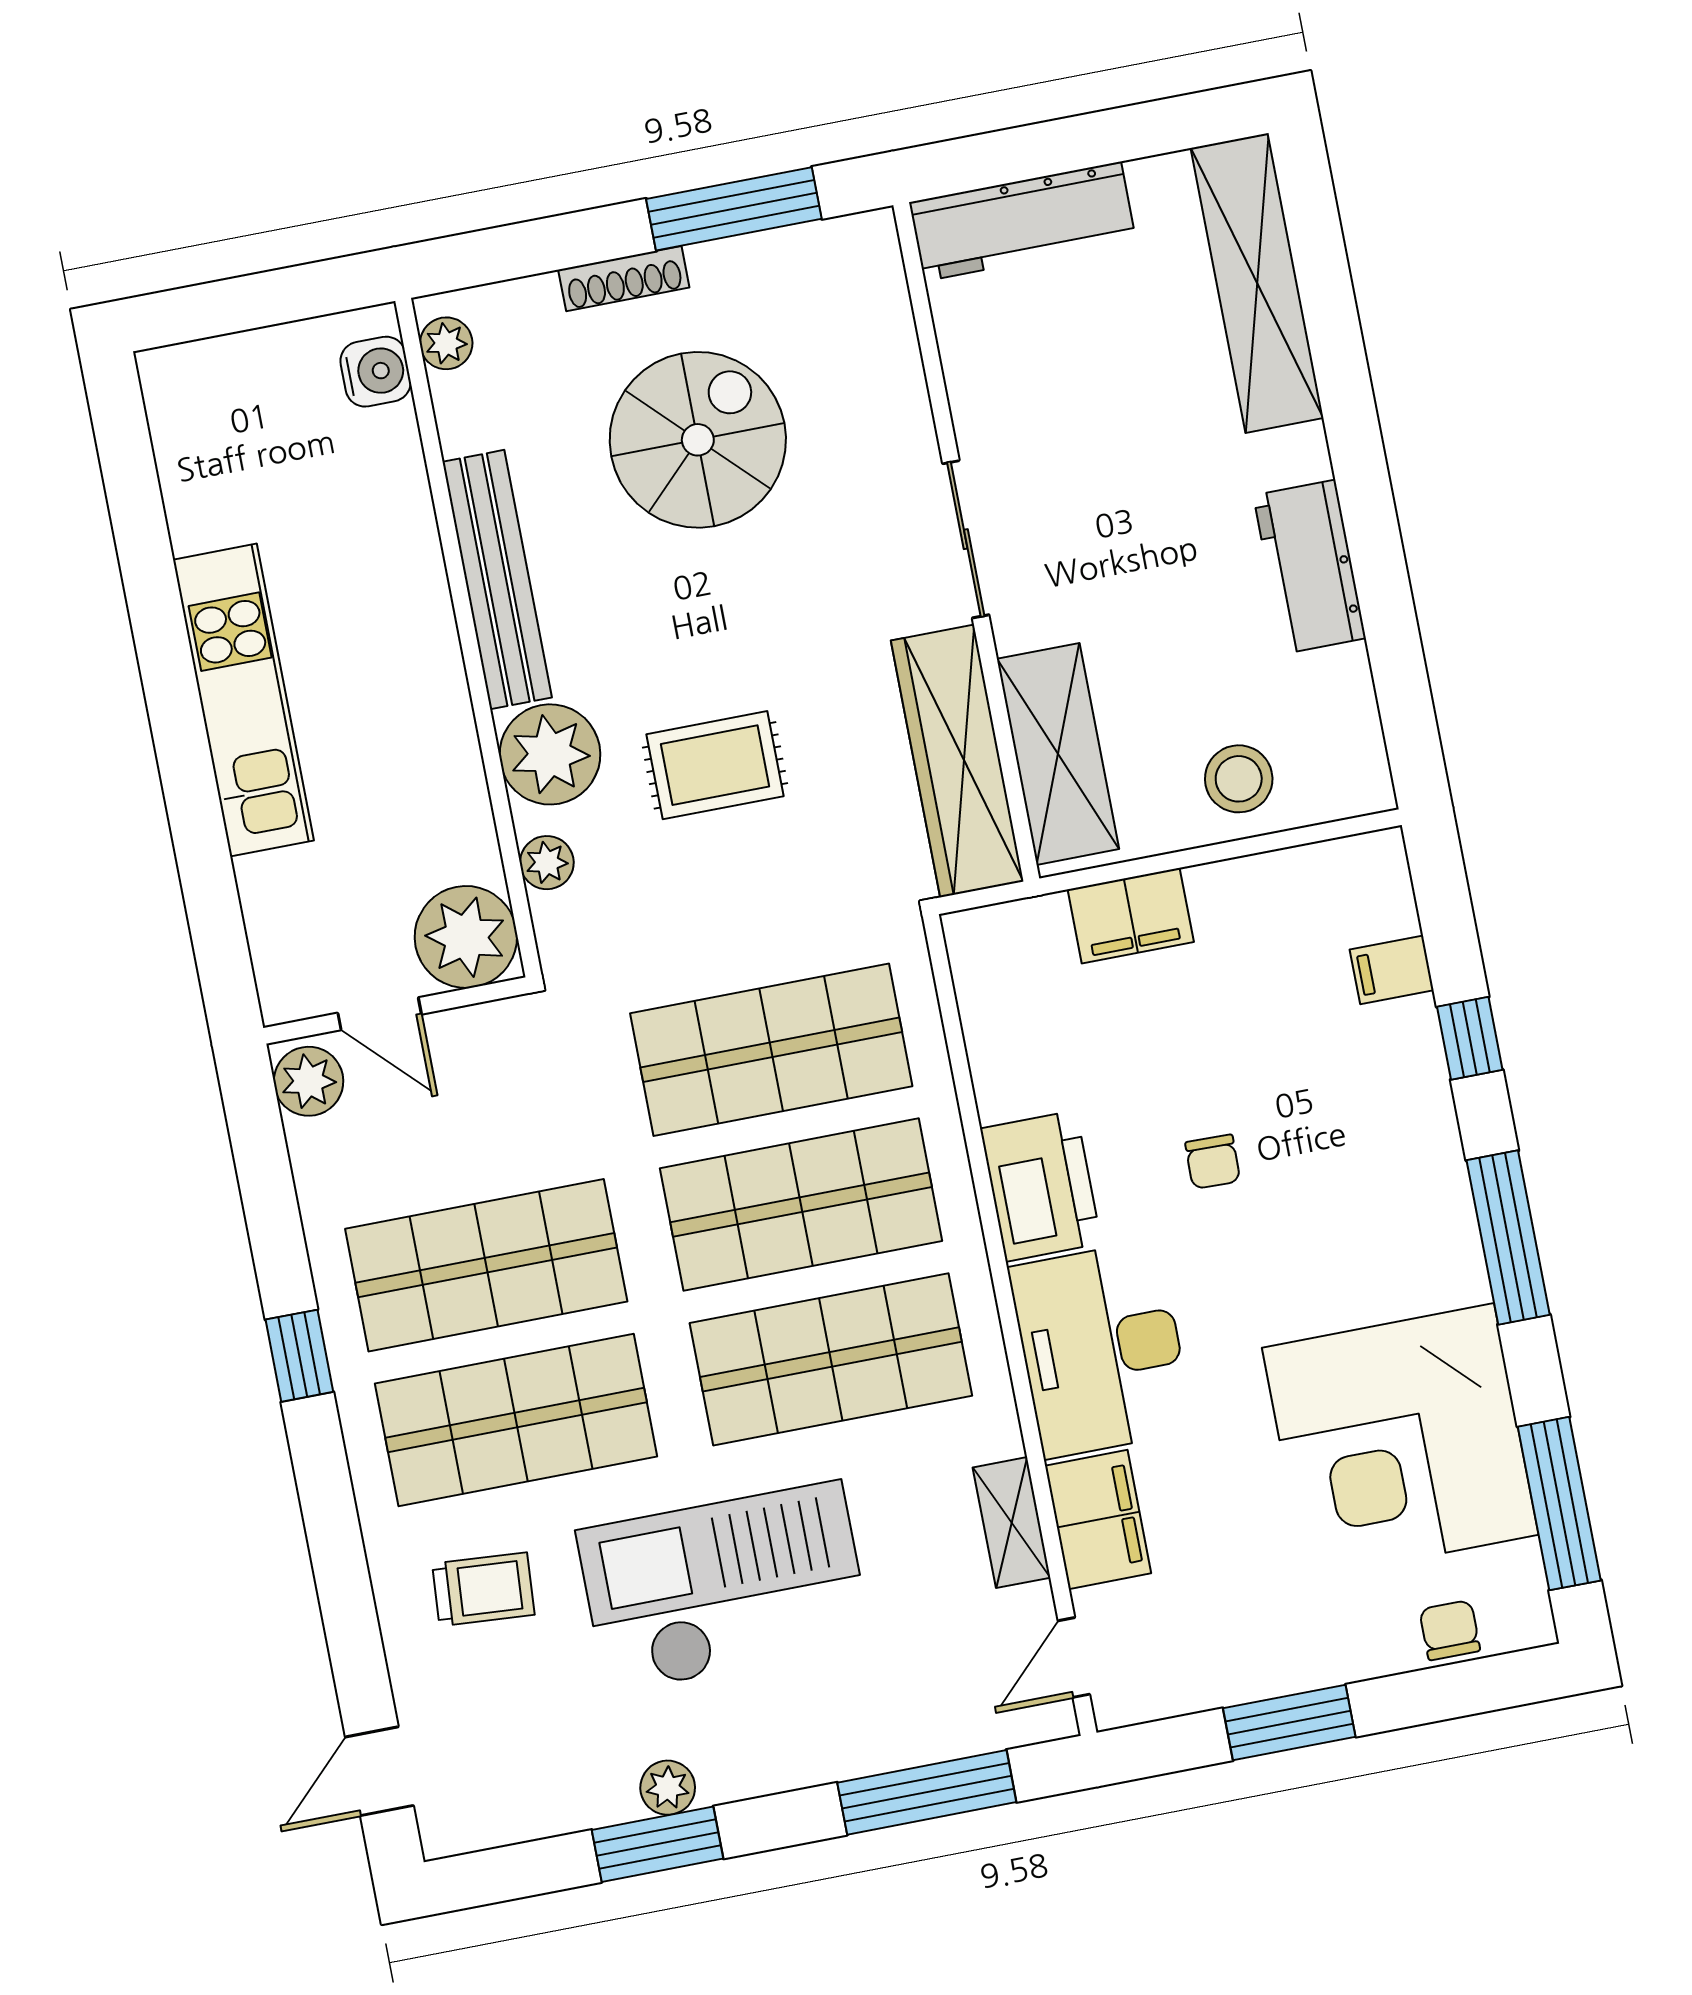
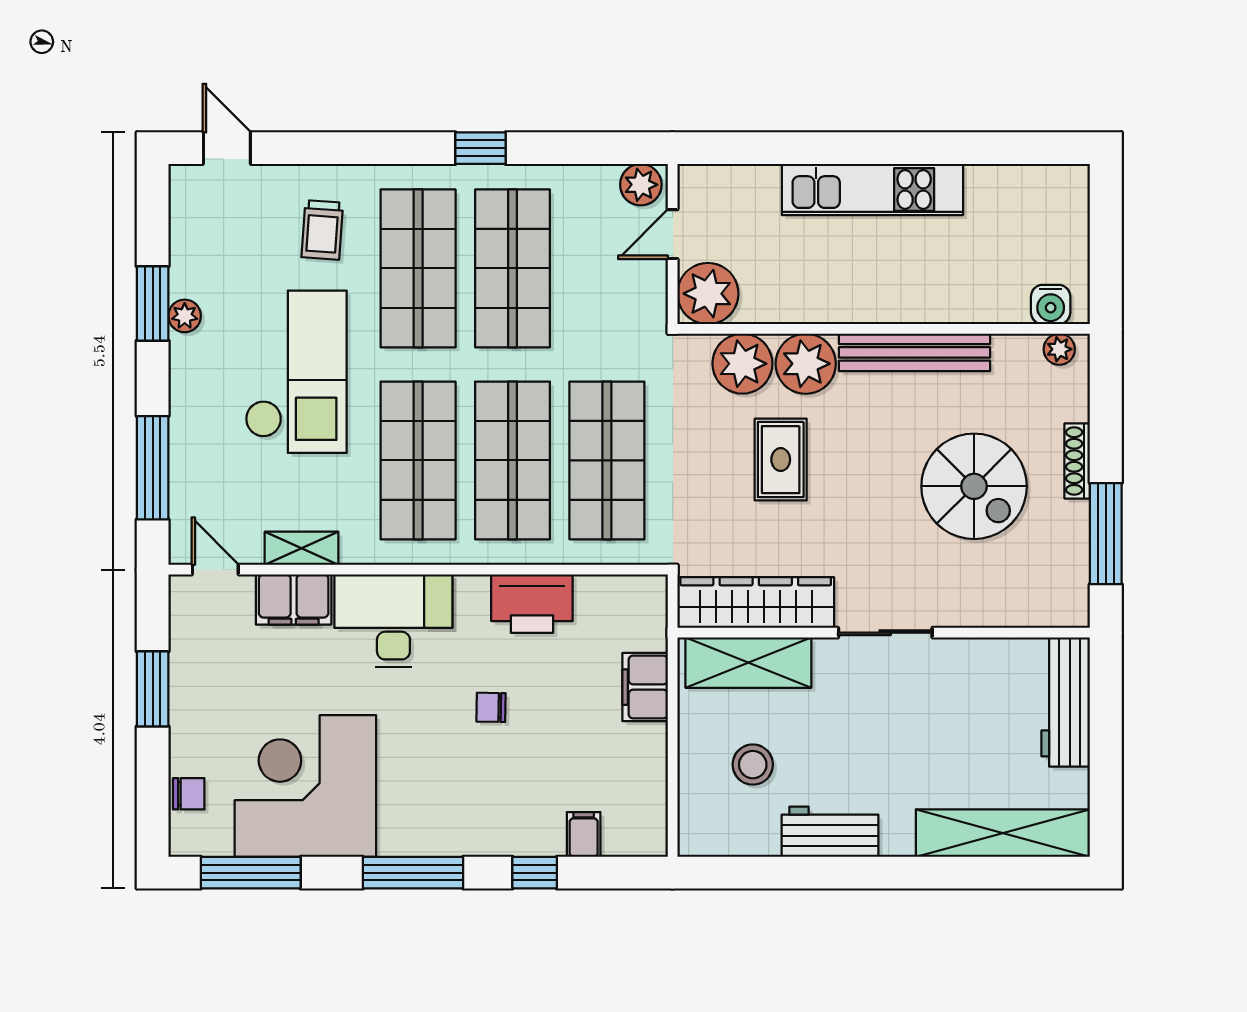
stool: (1239, 779) -> (753, 765), moved
plant: (547, 863) -> (742, 364), width x1.88, depth x1.88
printer: (1041, 1186) -> (532, 604), moved

